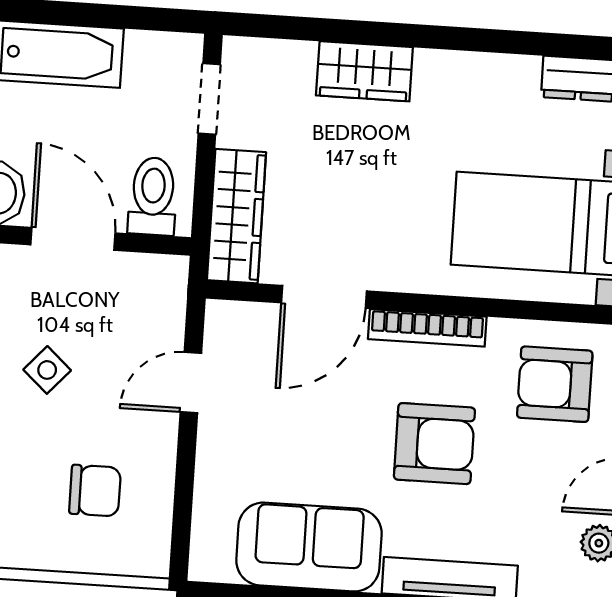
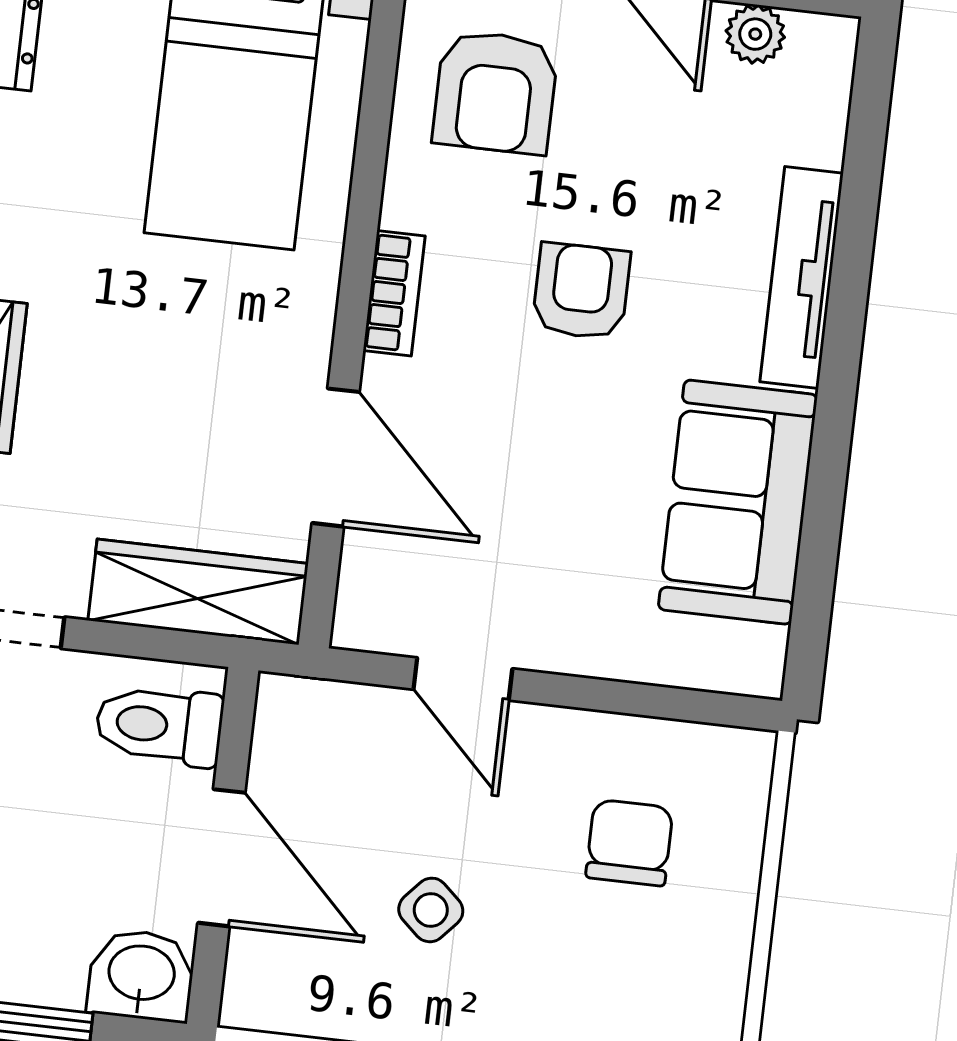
door: (73, 239) -> (221, 858), swing flipped
bookcase: (427, 328) -> (394, 293), width x0.64
armchair: (434, 444) -> (581, 291), width x0.72, depth x0.72

